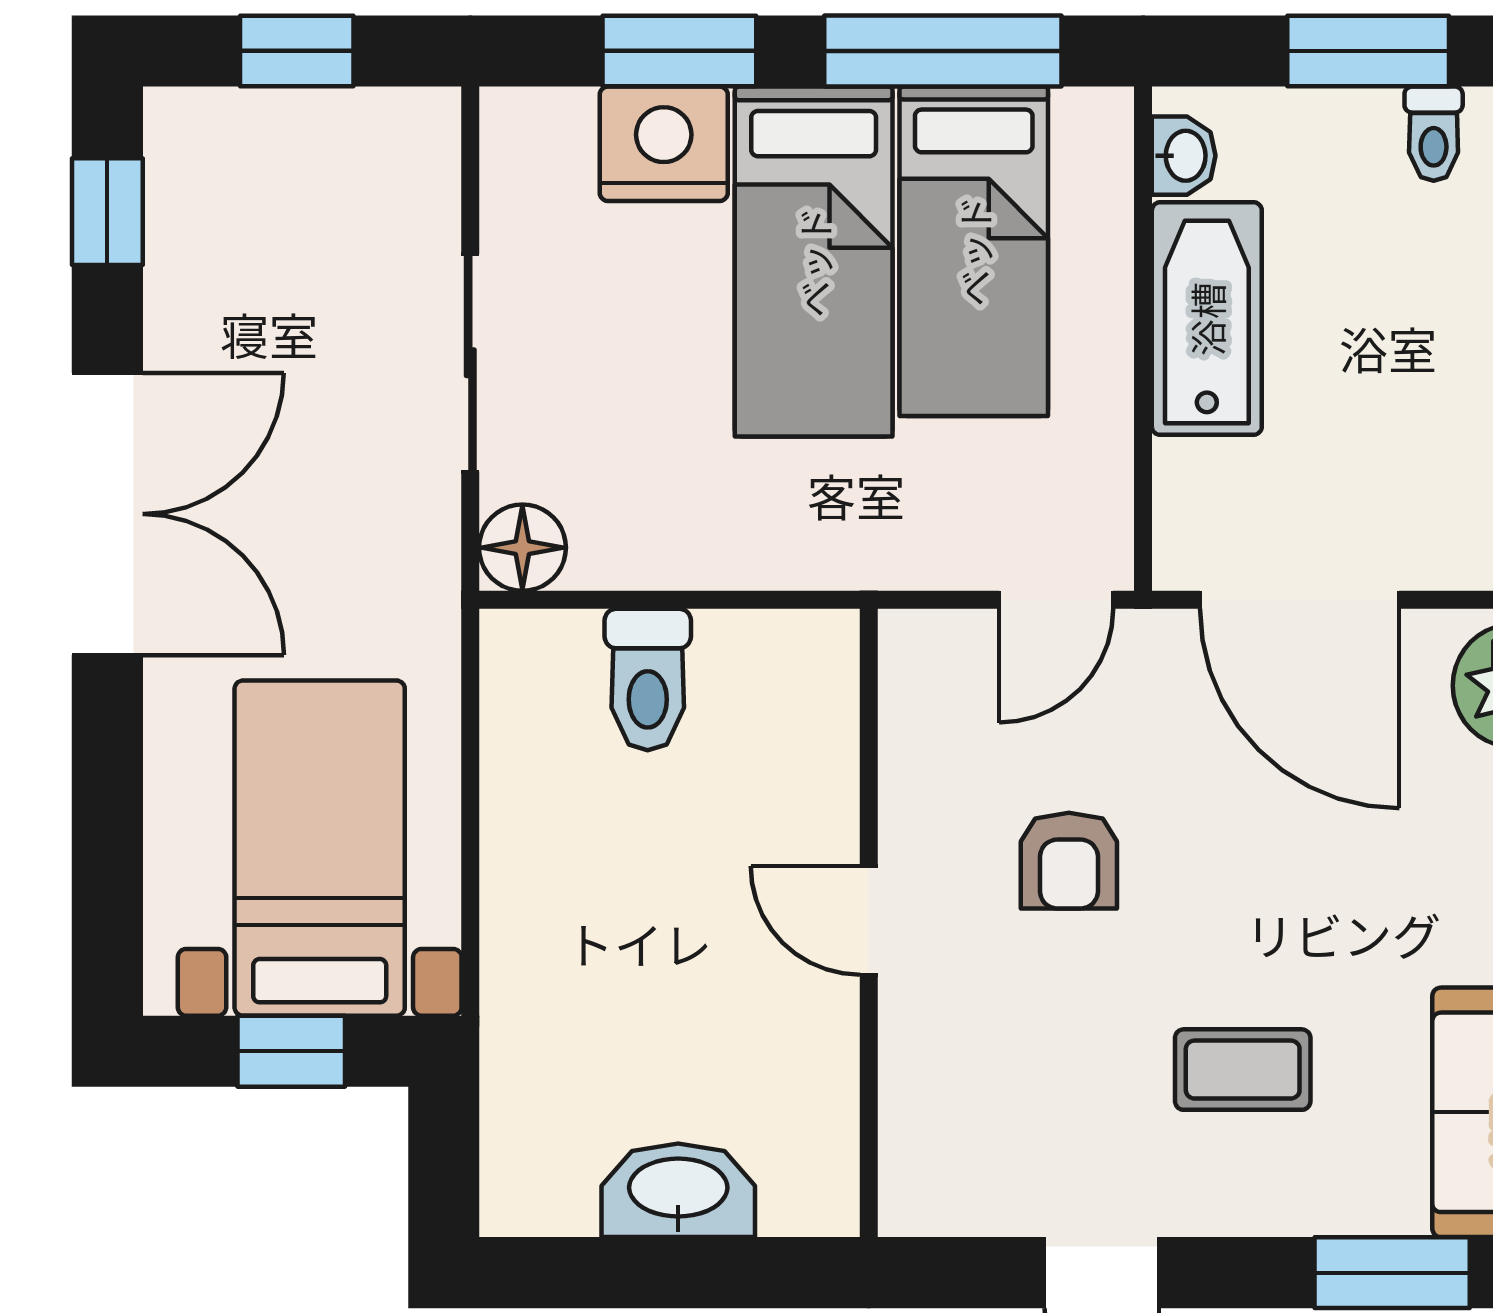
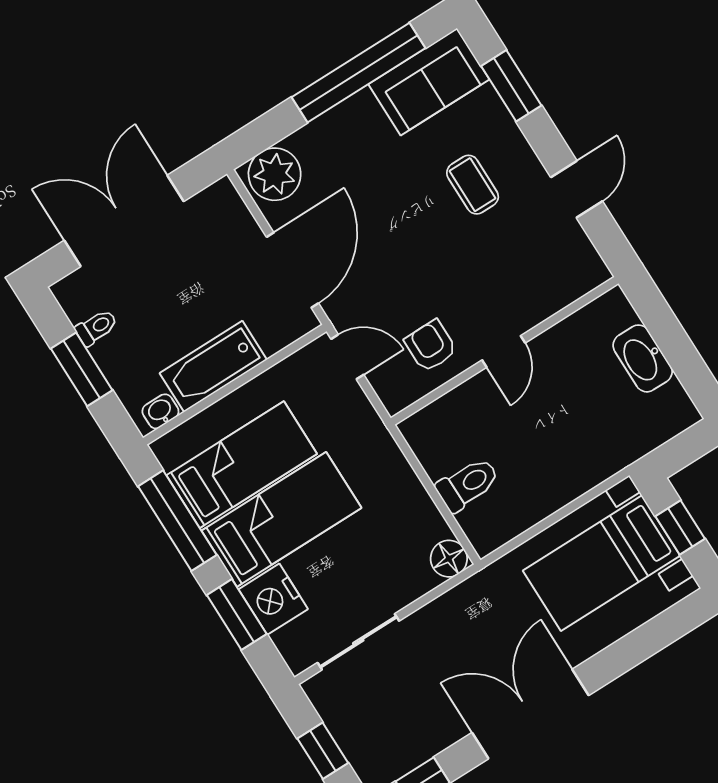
sliding door: (470, 363) -> (358, 642), moved
armchair: (1069, 861) -> (431, 346), moved, turned -90

